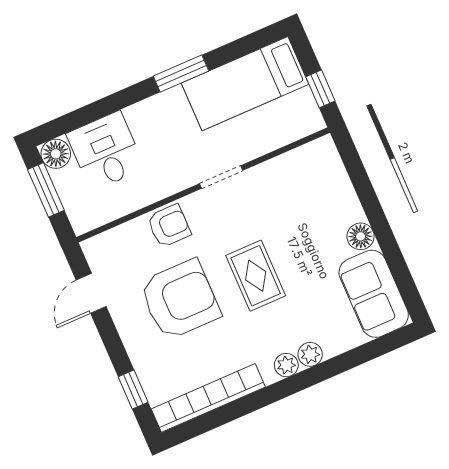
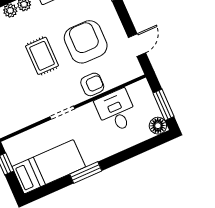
desk: (106, 151) -> (116, 111), moved, turned 180
armchair: (169, 226) -> (92, 84), turned 180
armchair: (180, 299) -> (86, 42), turned 90

